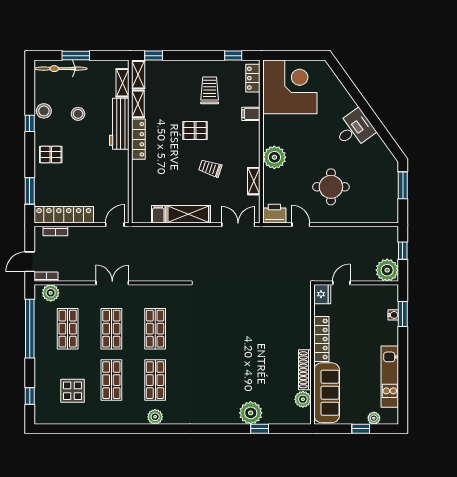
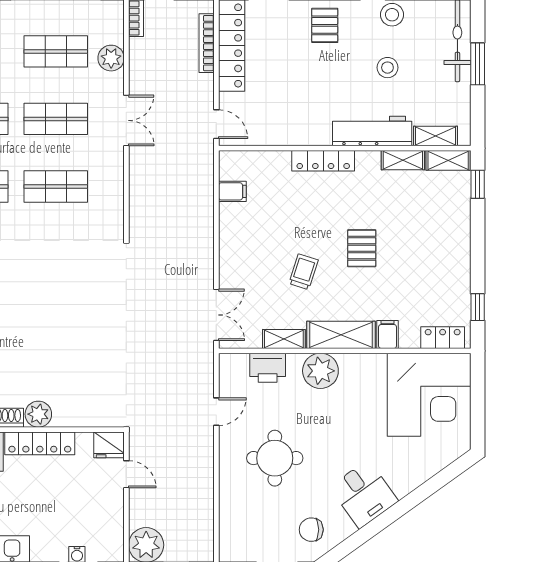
trolley: (210, 90) -> (424, 271), removed
locker: (138, 139) -> (323, 161), moved
chair: (377, 163) -> (311, 530), added
shelving: (188, 214) -> (341, 335), moved, turned 90
printer: (274, 214) -> (268, 368), moved, turned 90
bookcase: (55, 231) -> (207, 43), width x1.56
plant: (51, 293) -> (111, 58), moved
plant: (302, 340) -> (38, 414), added

